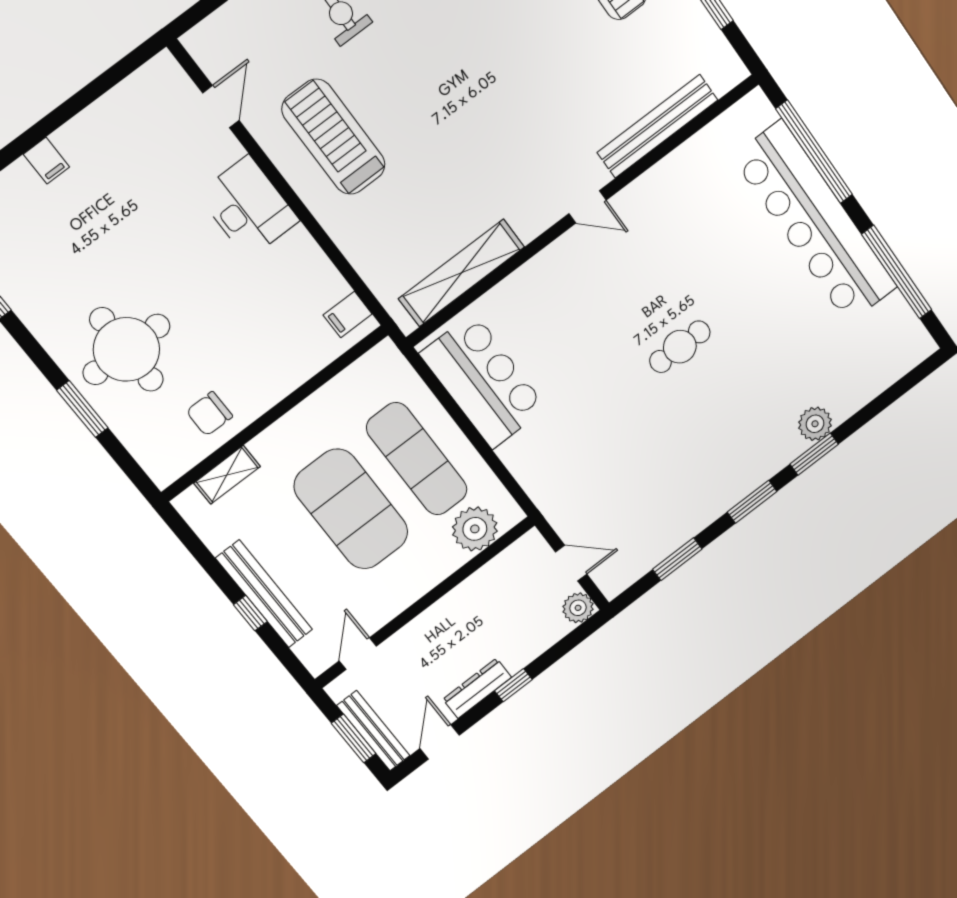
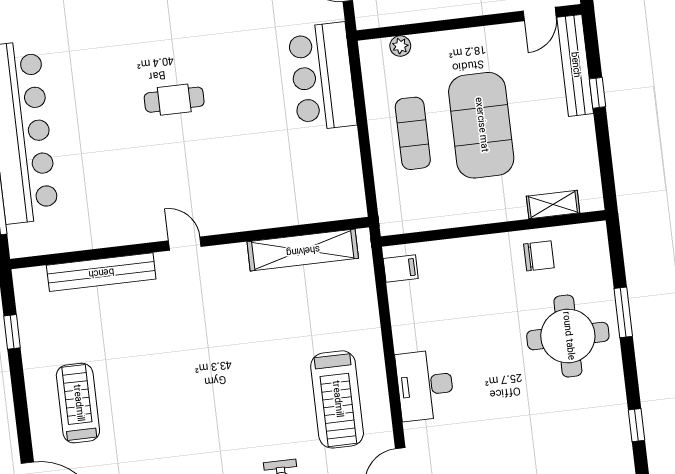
bar counter: (483, 381) -> (322, 77), moved
exercise mat: (417, 459) -> (413, 133), width x0.73, depth x0.69
plant: (475, 529) -> (400, 46), width x0.53, depth x0.53
bench: (264, 594) -> (575, 65), moved

